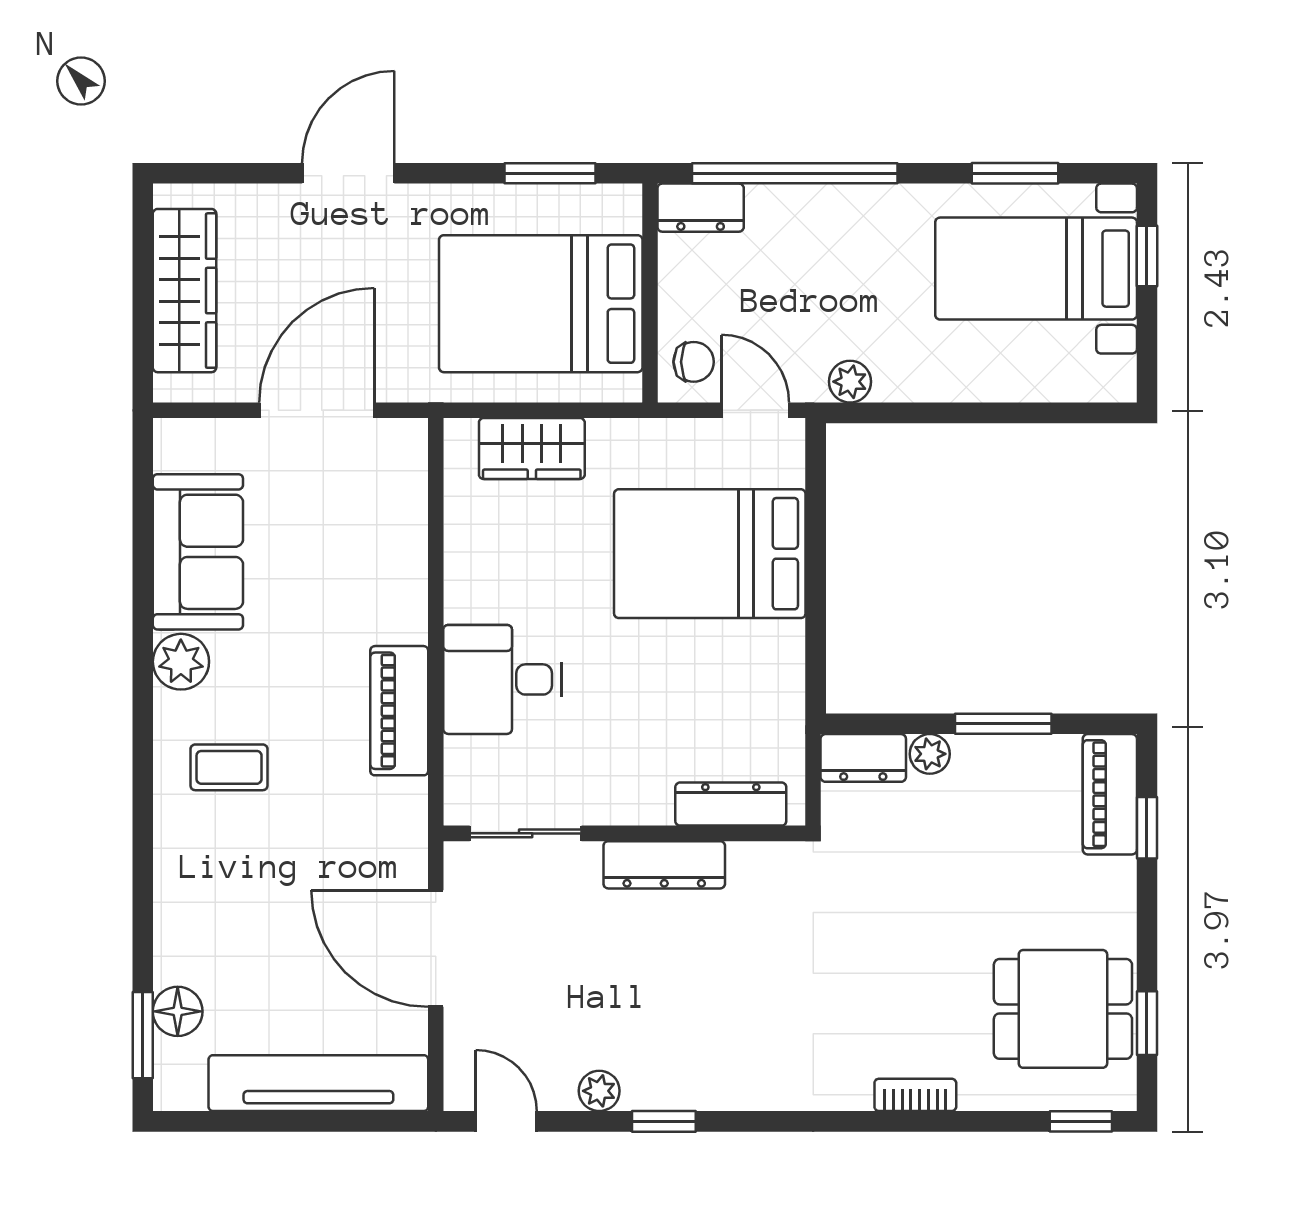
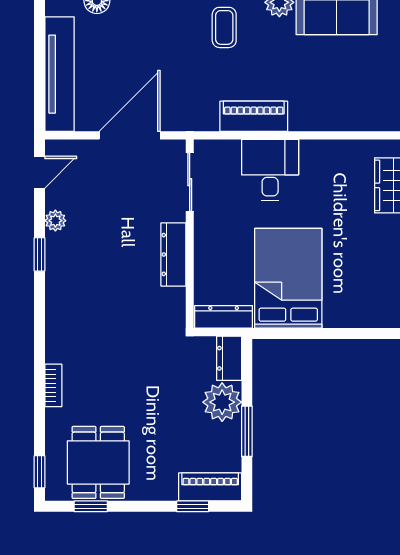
bed: (710, 554) -> (288, 278), moved
plant: (930, 754) -> (222, 402), width x1.88, depth x1.88
dresser: (731, 804) -> (224, 317), moved, turned -90

